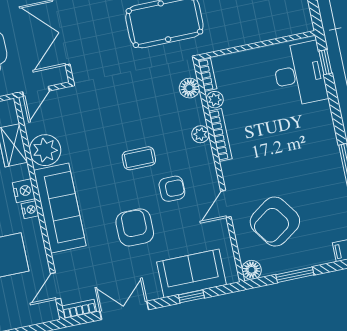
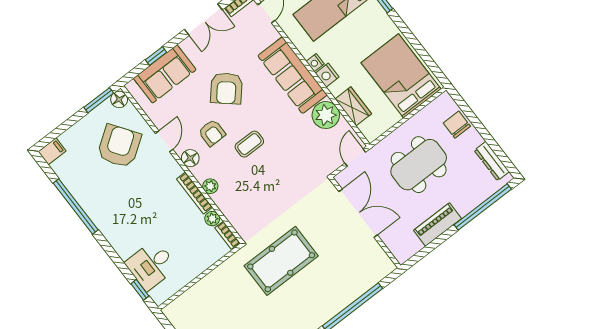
desk: (300, 74) -> (151, 265), width x0.73
floor lamp: (189, 88) -> (190, 158), moved
armchair: (172, 189) -> (212, 133), turned -90
armchair: (135, 227) -> (226, 88), turned 41
window: (295, 275) -> (99, 100), moved

